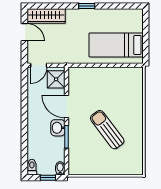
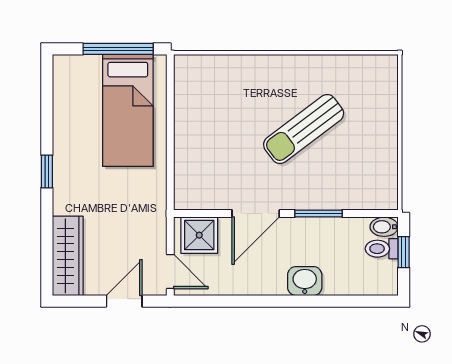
door: (24, 32) -> (124, 301), moved
window: (146, 40) -> (118, 49), added
washbasin: (58, 128) -> (305, 281), moved, turned 180
toilet: (32, 167) -> (382, 249), moved

